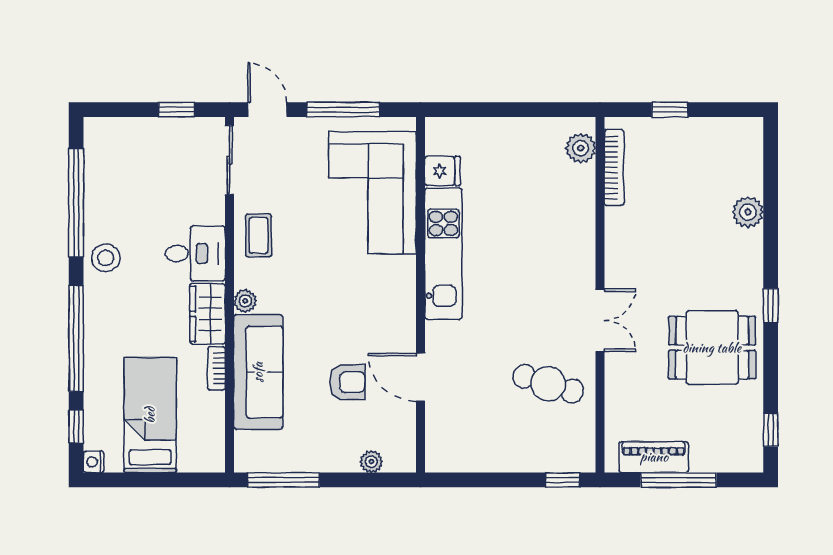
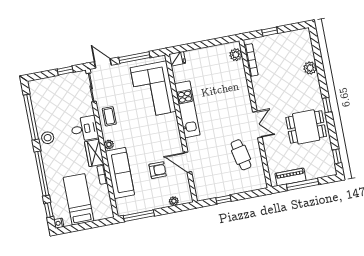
fridge: (442, 171) -> (177, 59), moved
cafe table: (548, 384) -> (241, 155), turned 61
window: (563, 480) -> (223, 200), moved

